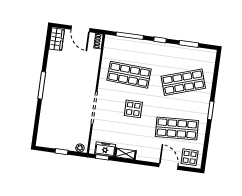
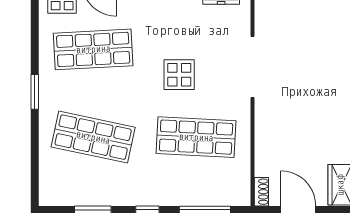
shop shelf: (183, 82) -> (93, 137), turned 30

